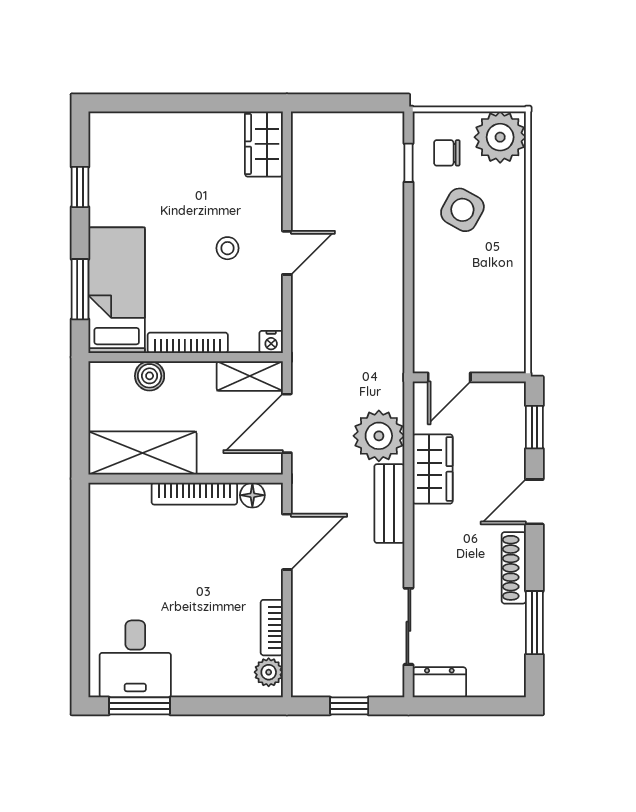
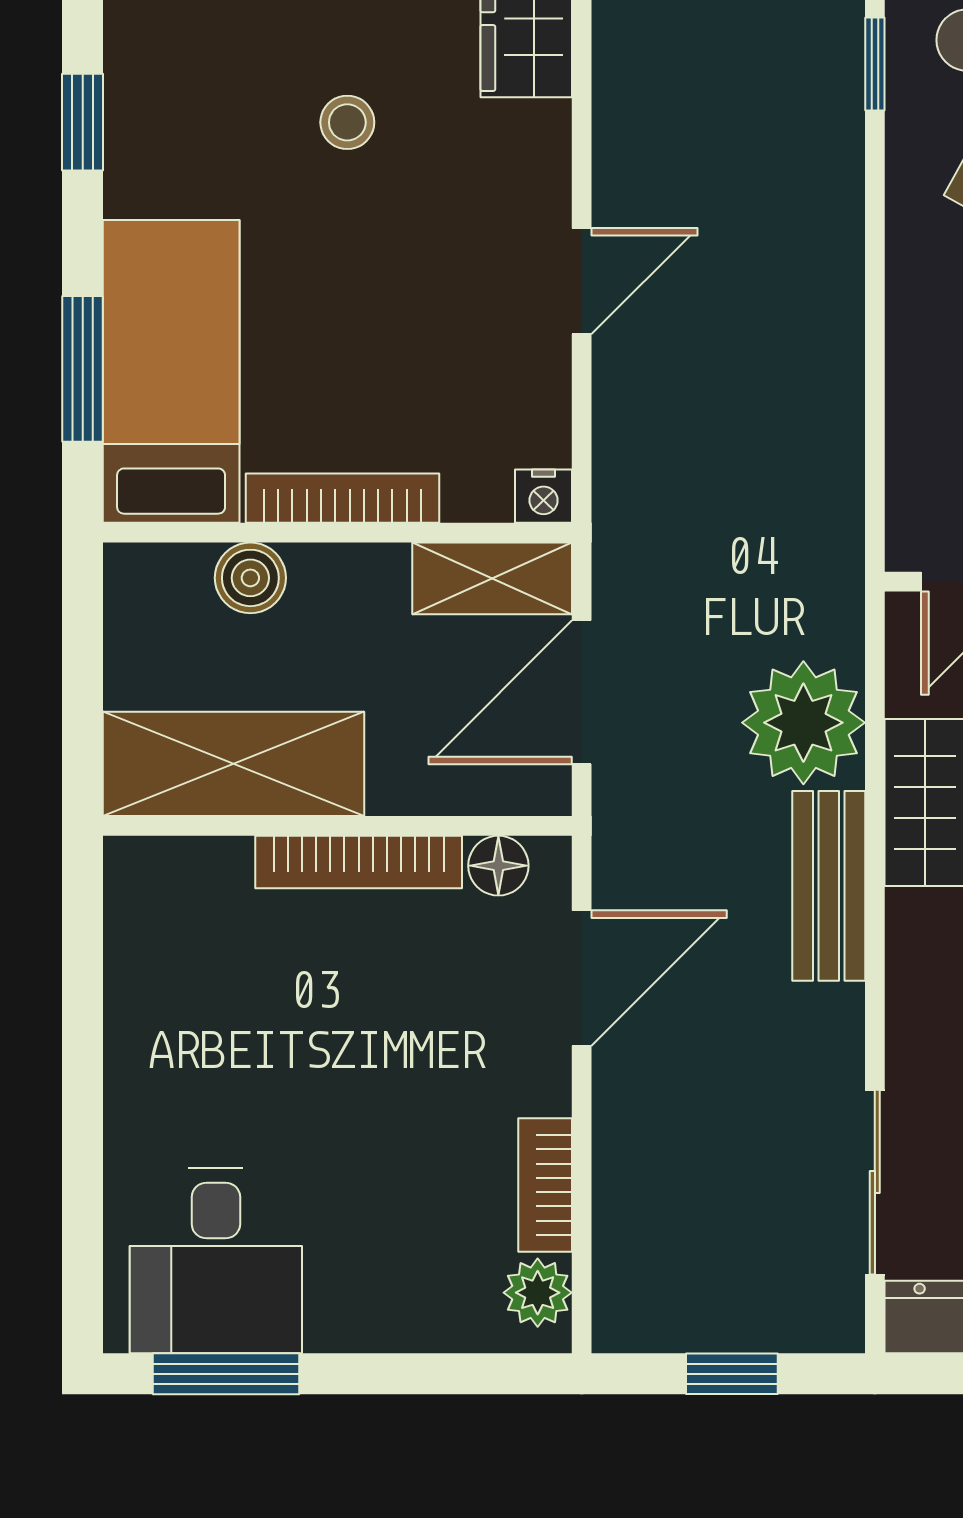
stool: (227, 248) -> (347, 122), moved

